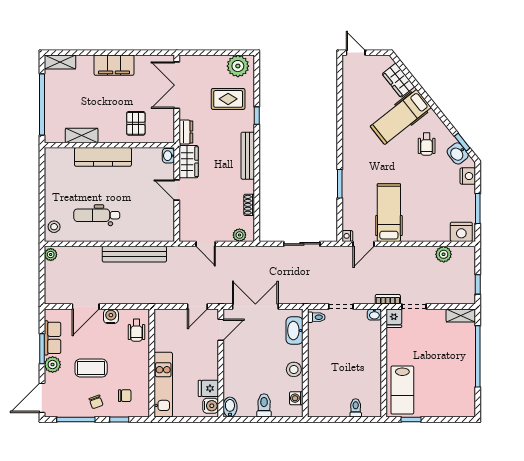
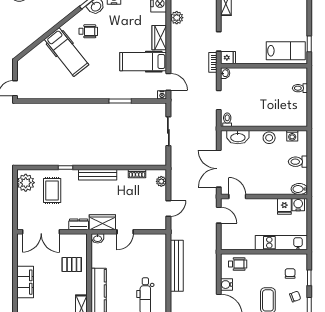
wardrobe: (398, 80) -> (159, 38), moved, turned 129

